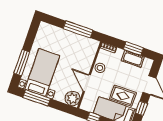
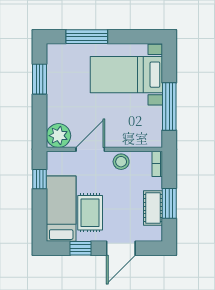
bed with nightstands: (42, 72) -> (126, 75), moved, turned 180
window: (37, 98) -> (40, 79), width x0.69

